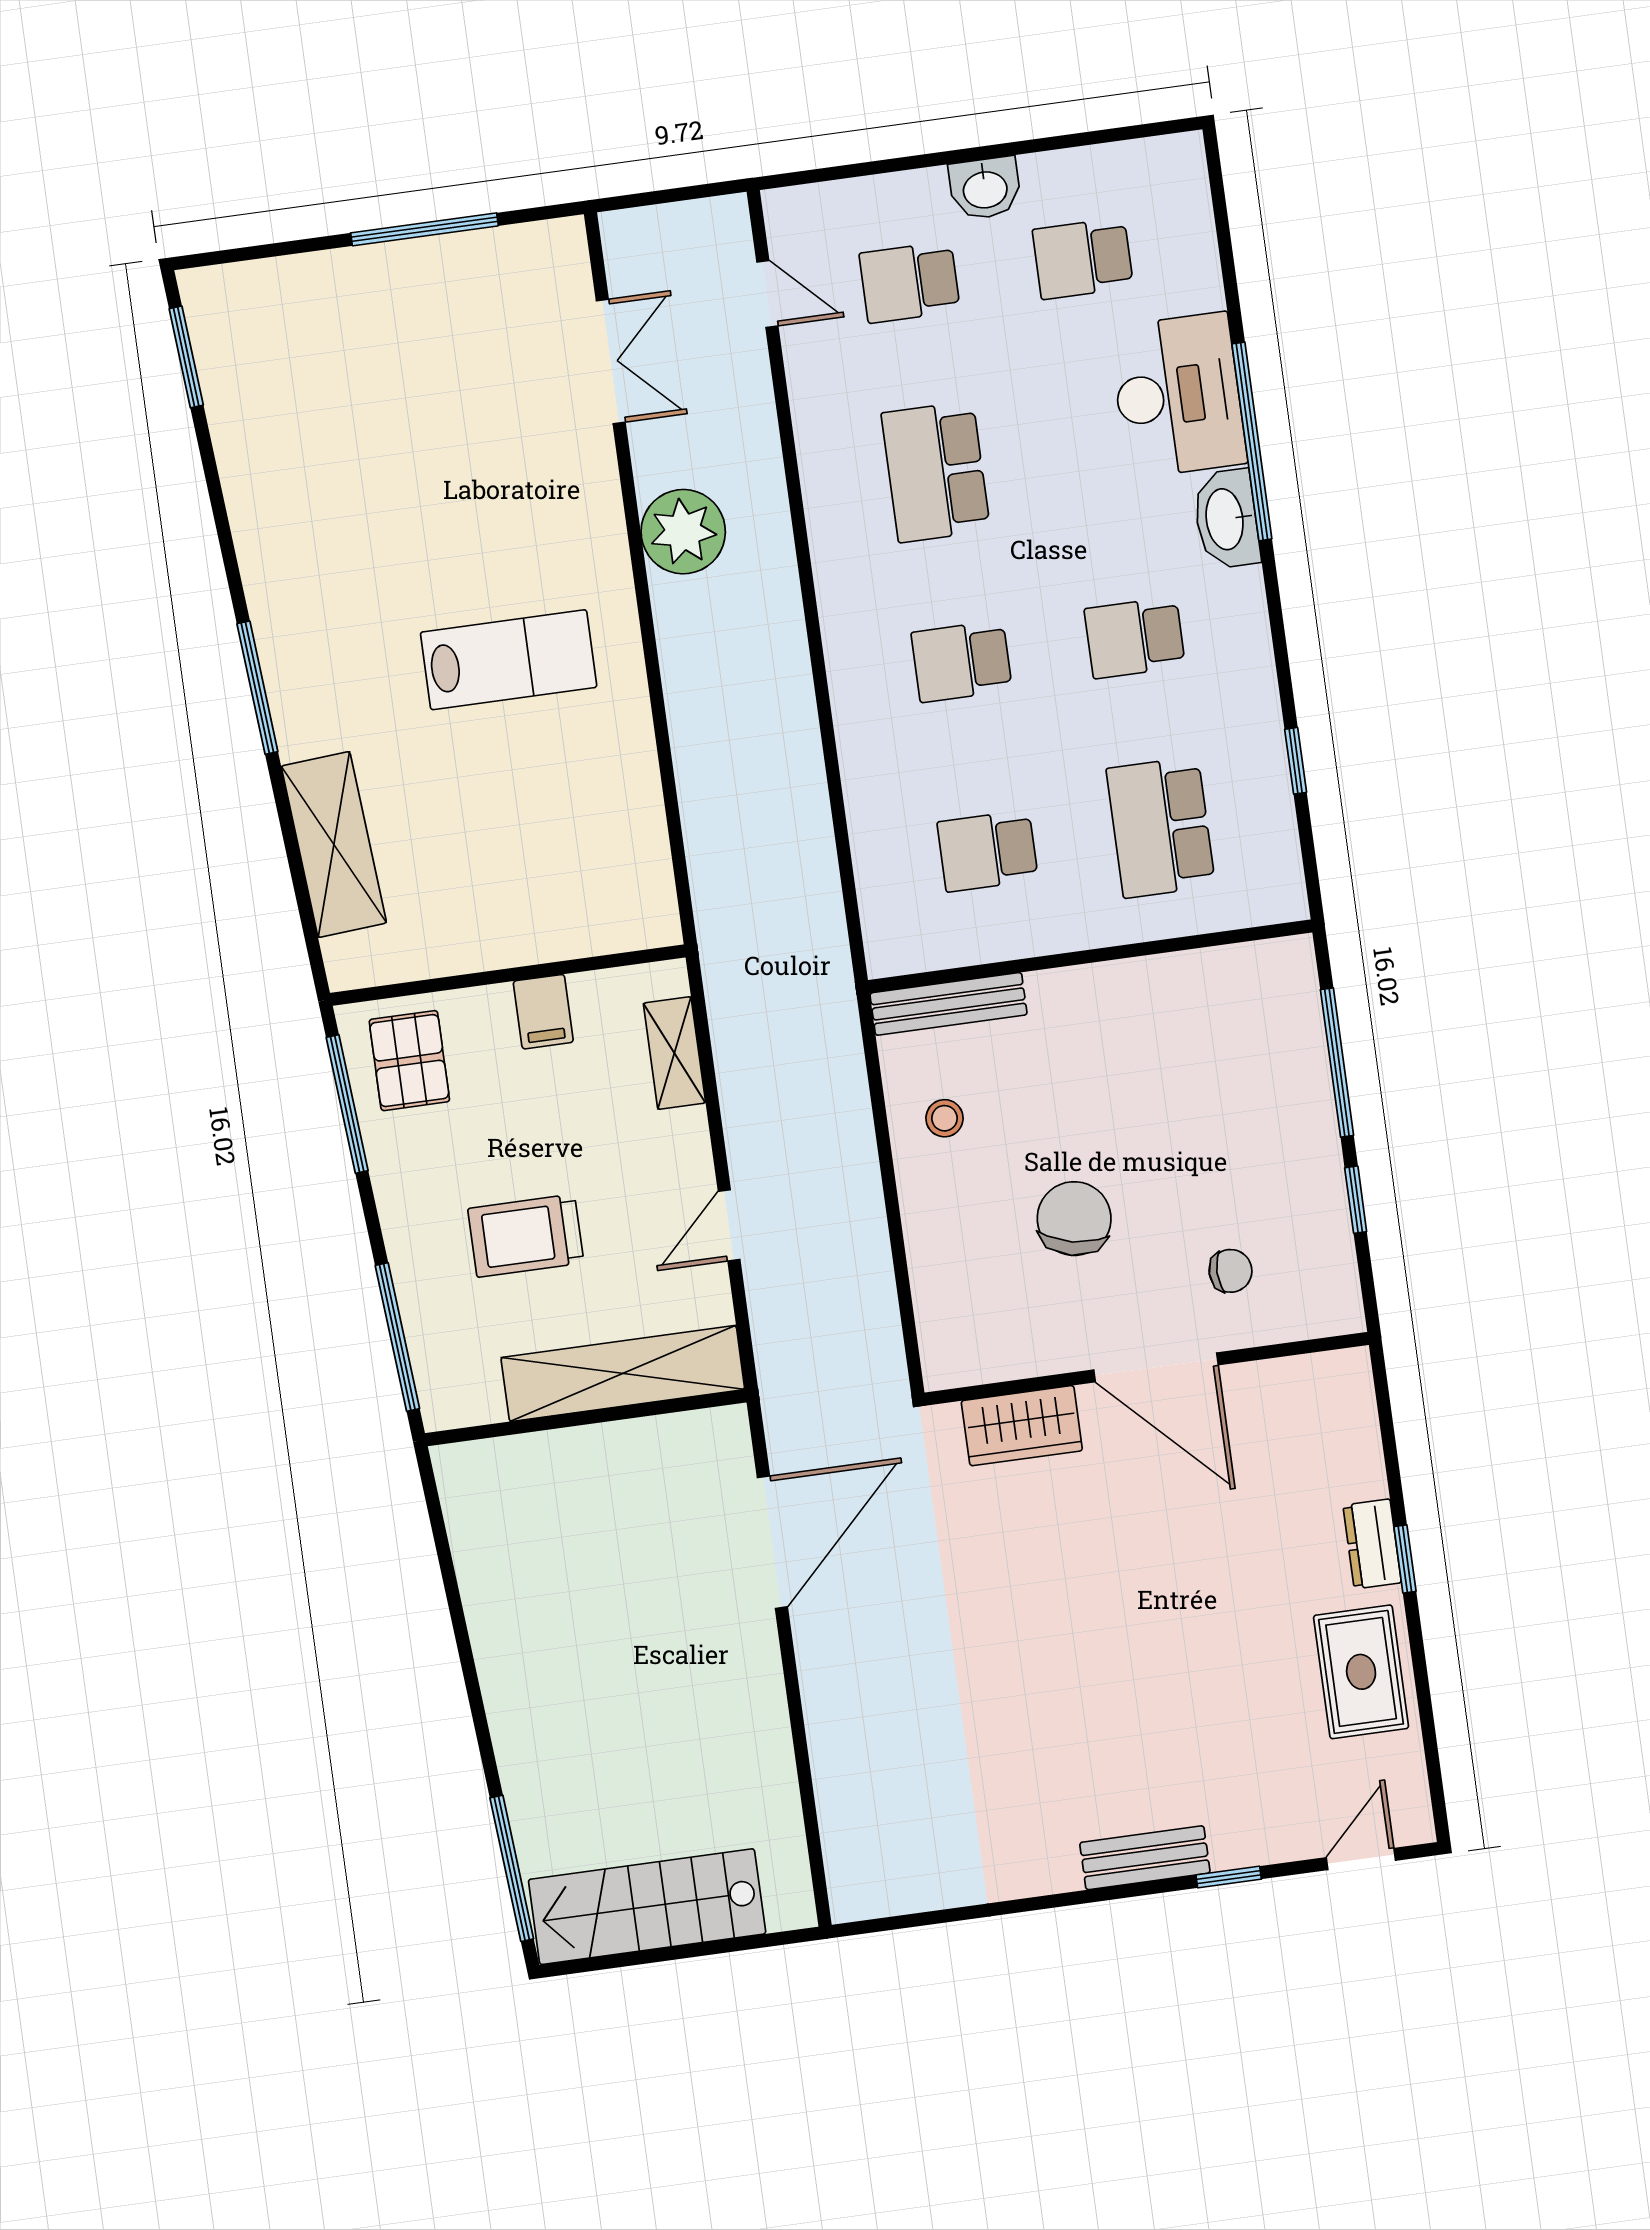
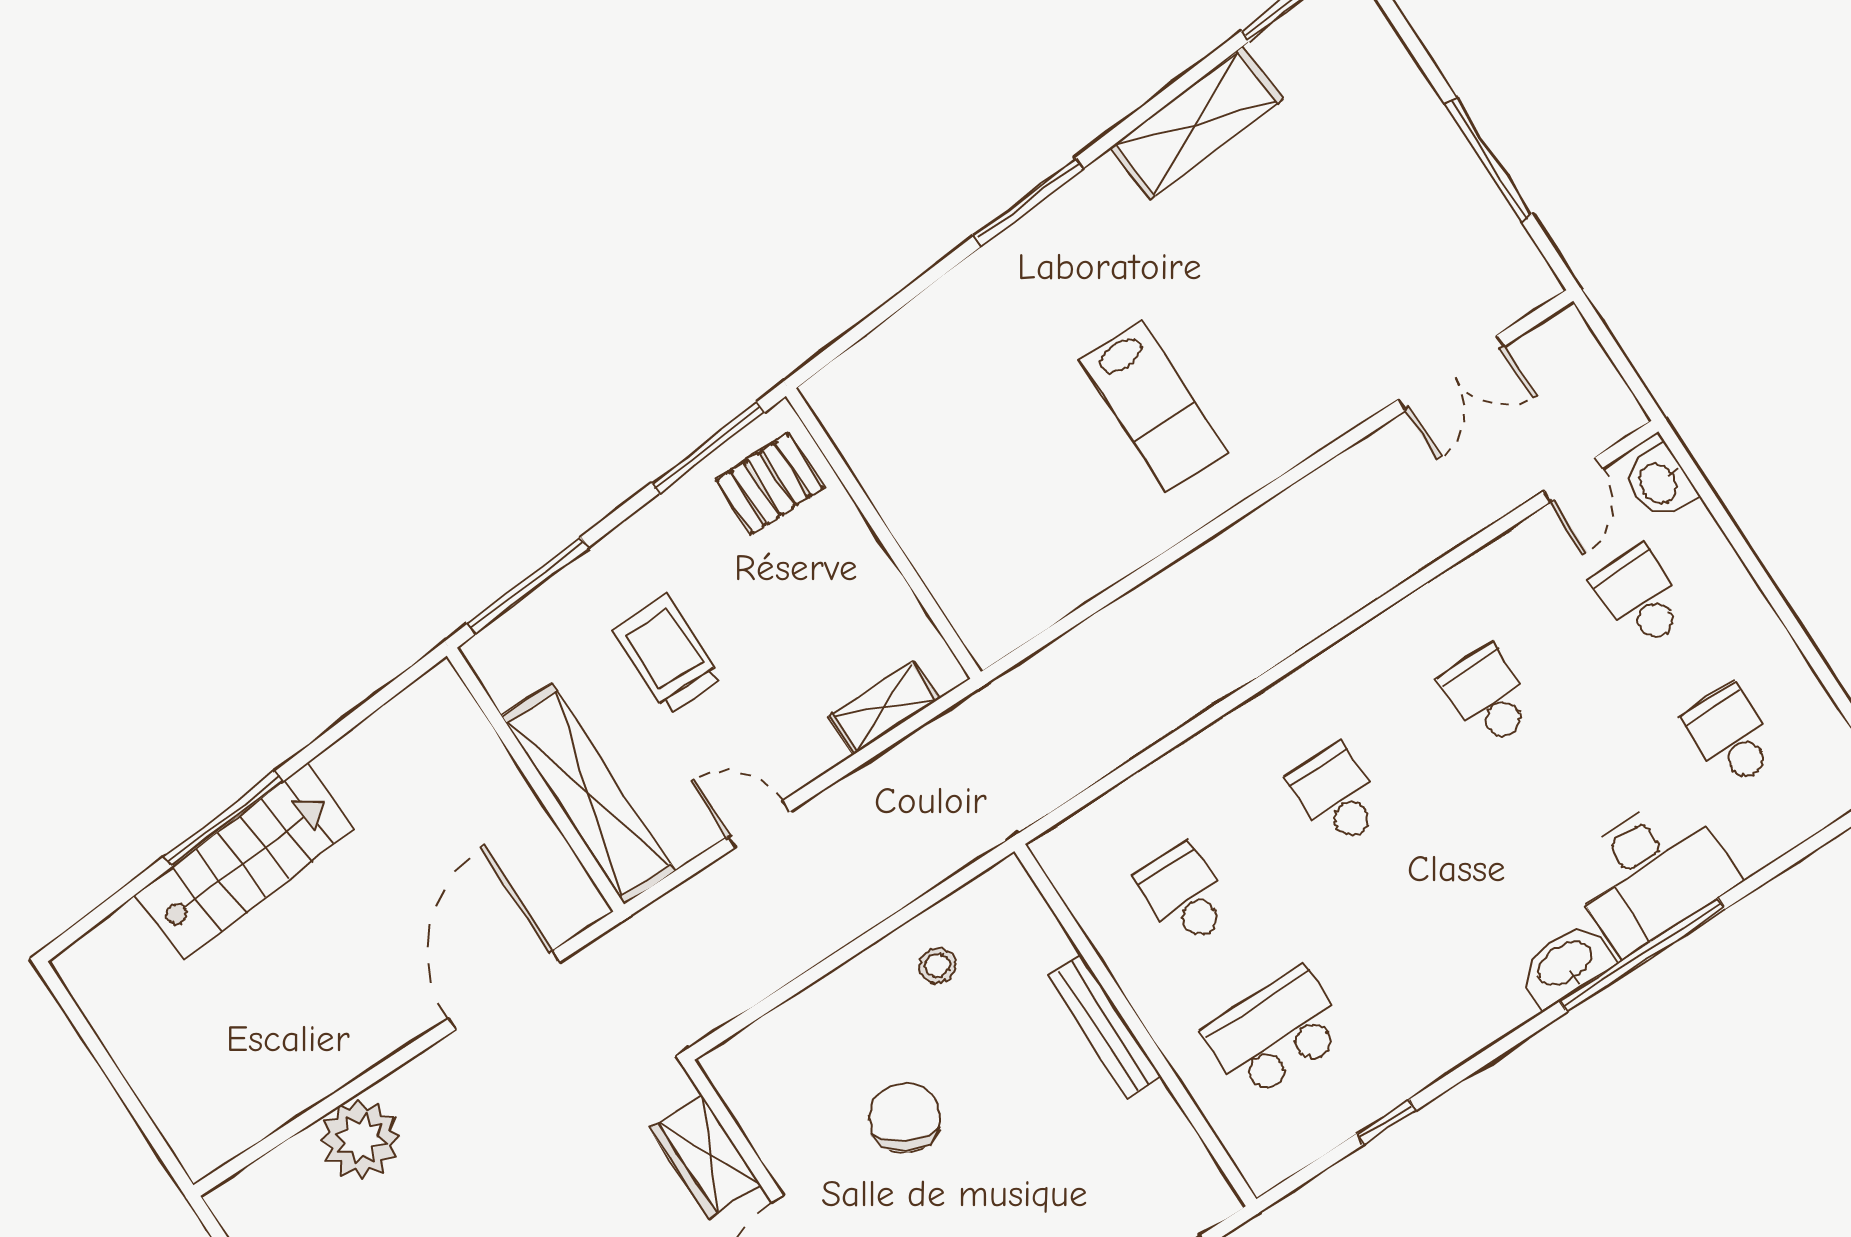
washbasin: (985, 188) -> (1659, 483), moved
school desk: (936, 472) -> (1488, 696), width x0.54
plant: (683, 532) -> (361, 1139), moved
school desk: (1135, 638) -> (1427, 934), removed
shelving: (334, 844) -> (1196, 123), moved
bench: (948, 1004) -> (1104, 1026), moved
filing cabinet: (543, 1012) -> (866, 579), removed
chair: (1074, 1219) -> (904, 1118), turned -73
door: (772, 1542) -> (504, 990), swing flipped
window: (512, 1868) -> (224, 819), moved
stairs: (647, 1907) -> (245, 862), moved, turned 86

